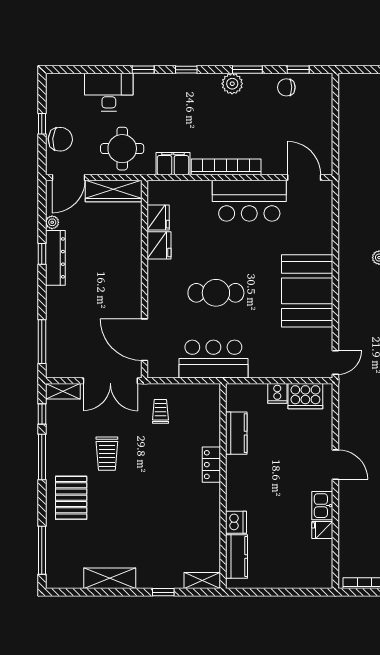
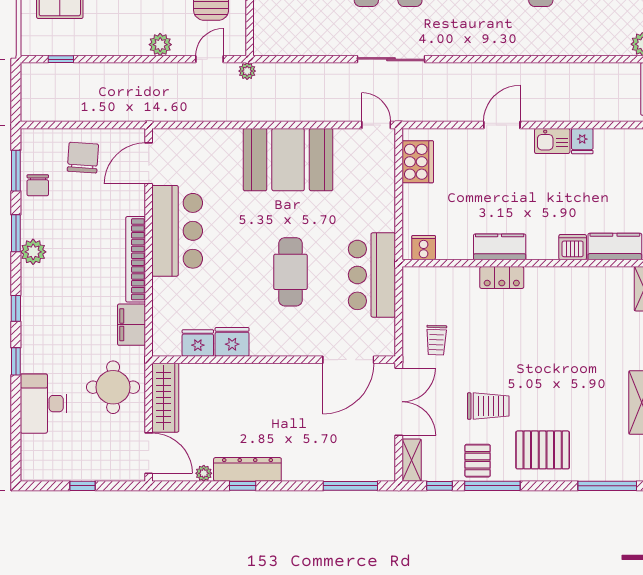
window: (298, 70) -> (16, 171), width x1.50
chair: (60, 139) -> (83, 158), moved
cooker: (277, 393) -> (424, 248), moved, turned -90
trolley: (160, 411) -> (436, 340), turned -88
kitchen counter: (236, 433) -> (500, 247), moved
pallet: (62, 445) -> (478, 461), added

